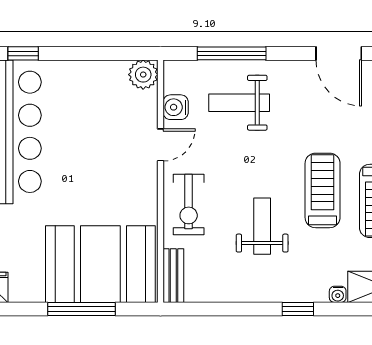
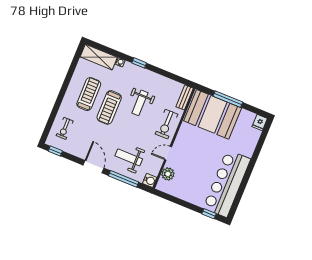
door: (339, 53) -> (94, 167), moved
plant: (143, 75) -> (168, 174), moved
weight bench: (239, 103) -> (129, 157), turned 180
water cooler: (176, 107) -> (150, 180), moved
exercise bike: (189, 204) -> (166, 124), turned 180

